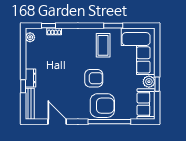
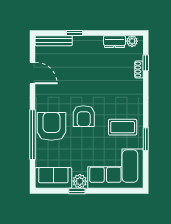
dresser: (30, 78) -> (115, 42), moved
armchair: (102, 106) -> (51, 126), turned 180
door: (57, 122) -> (33, 73), hinge flipped

